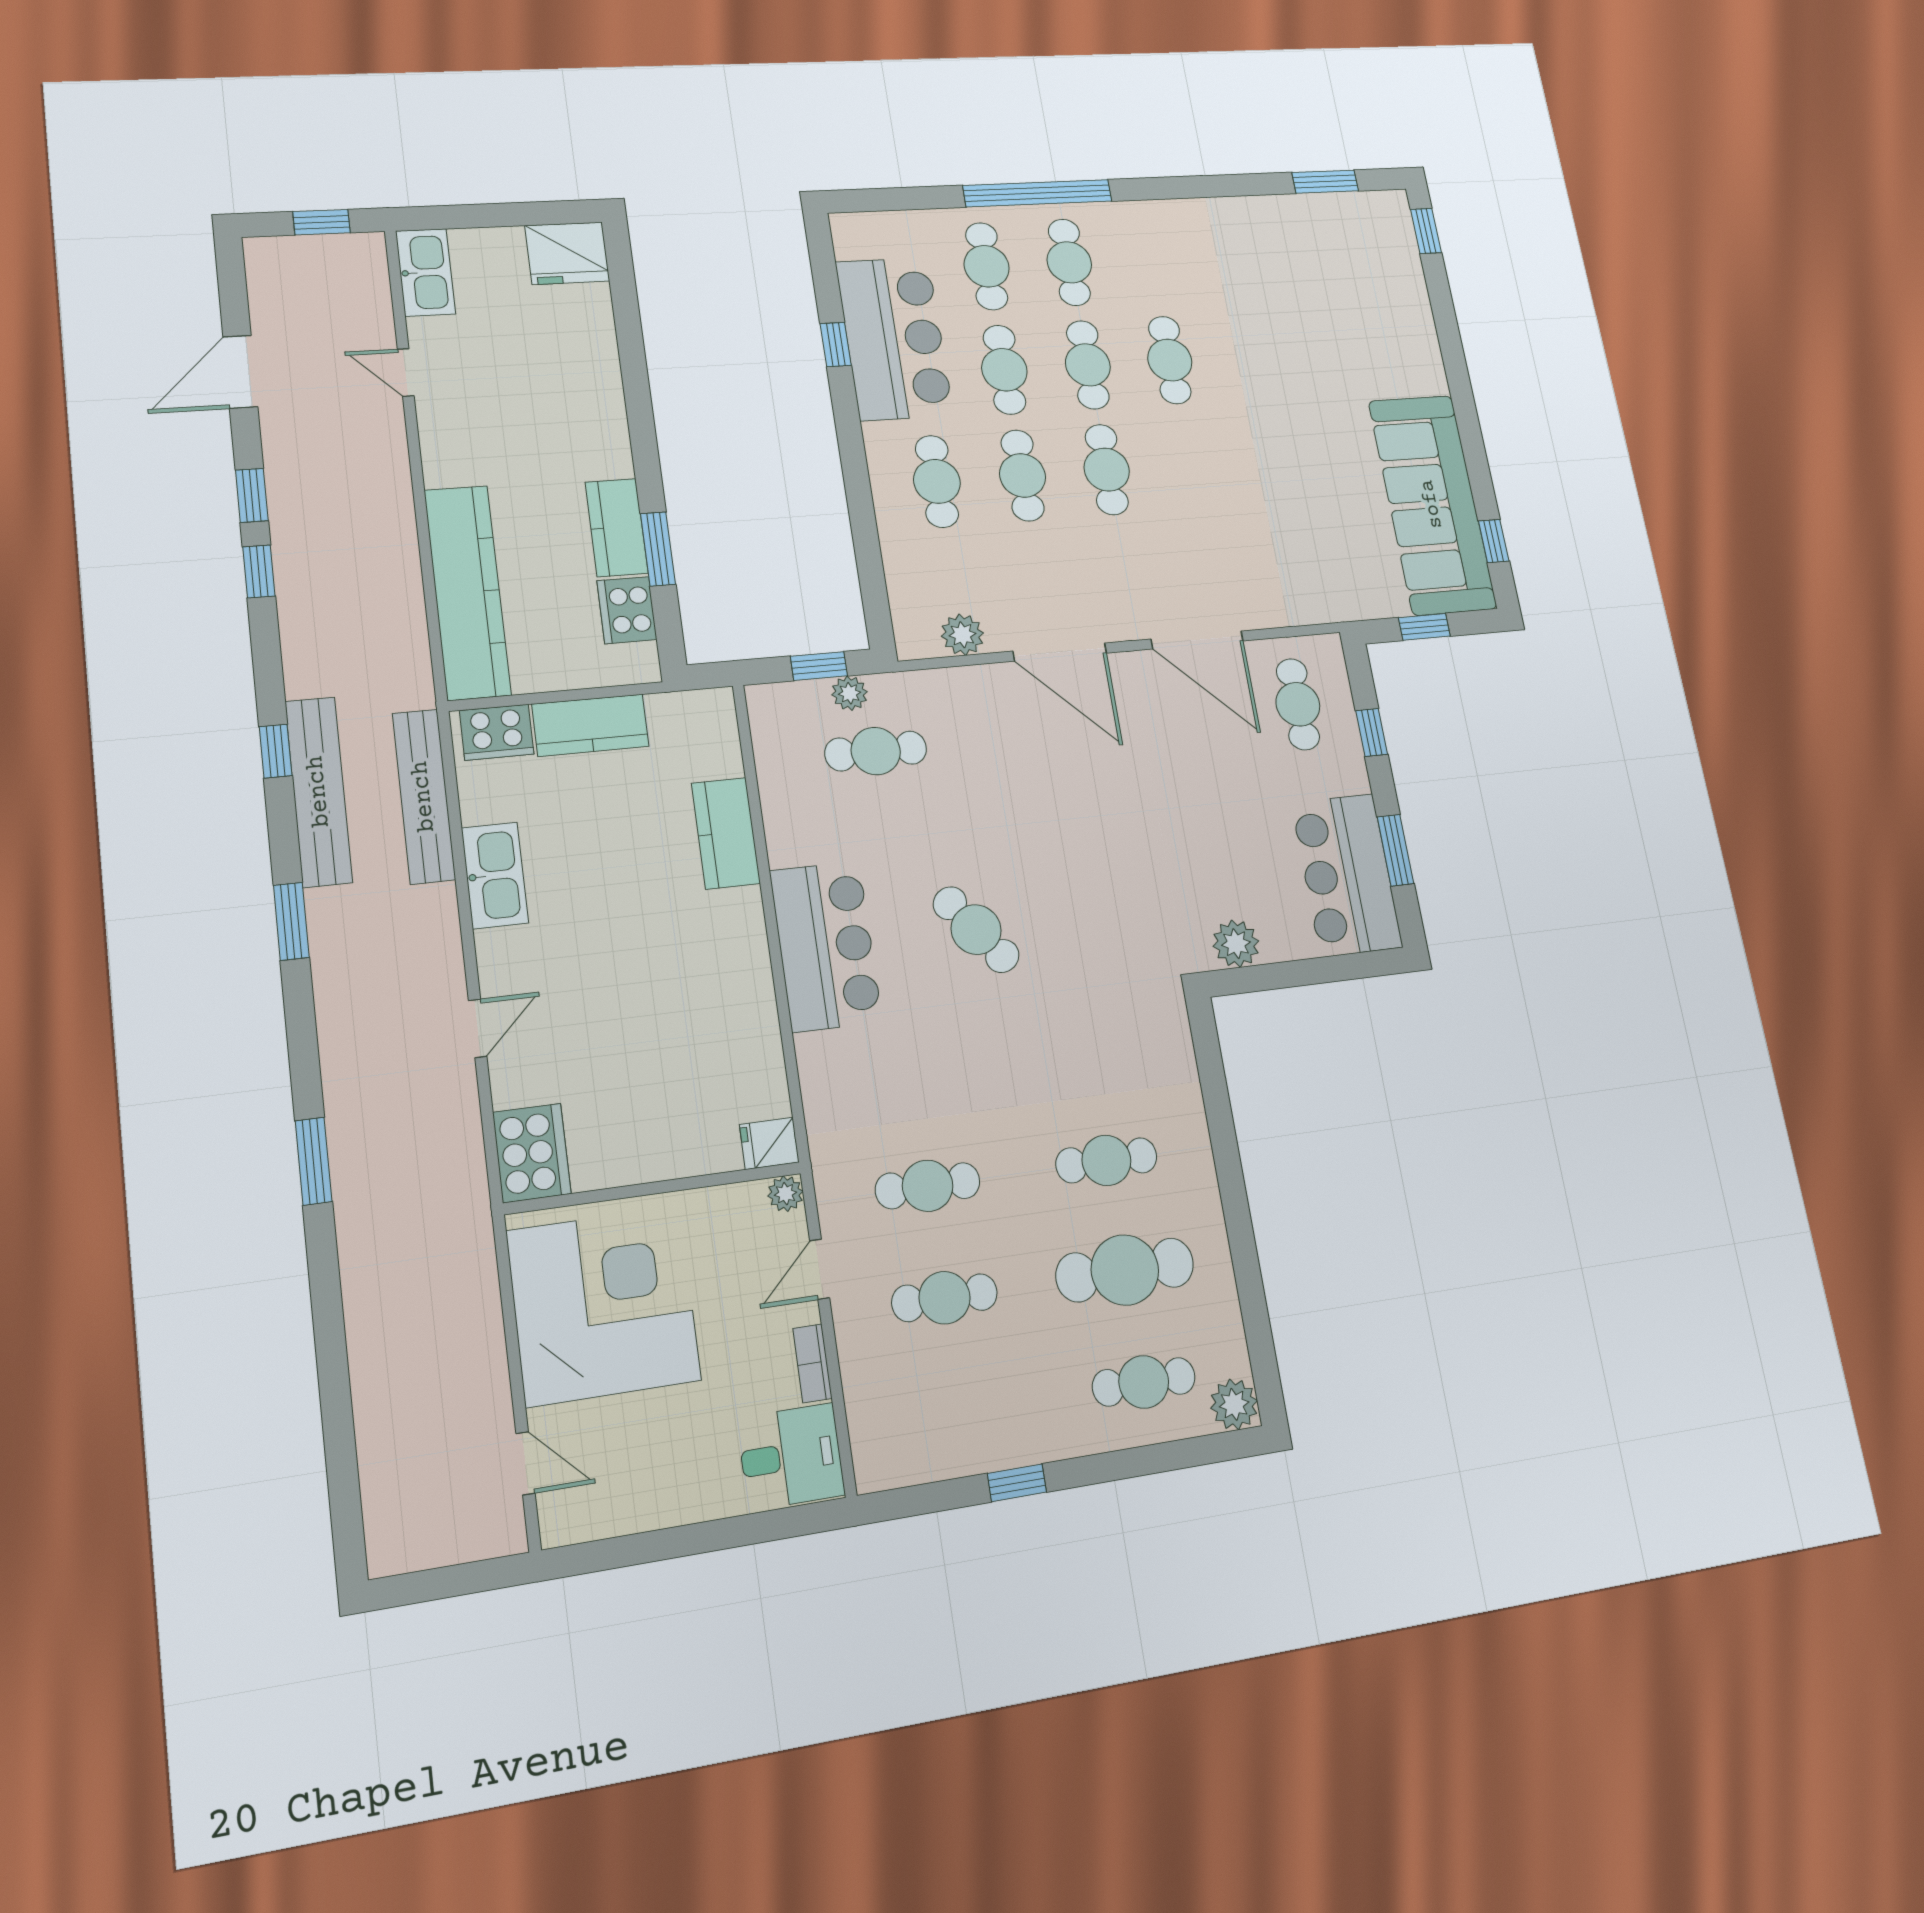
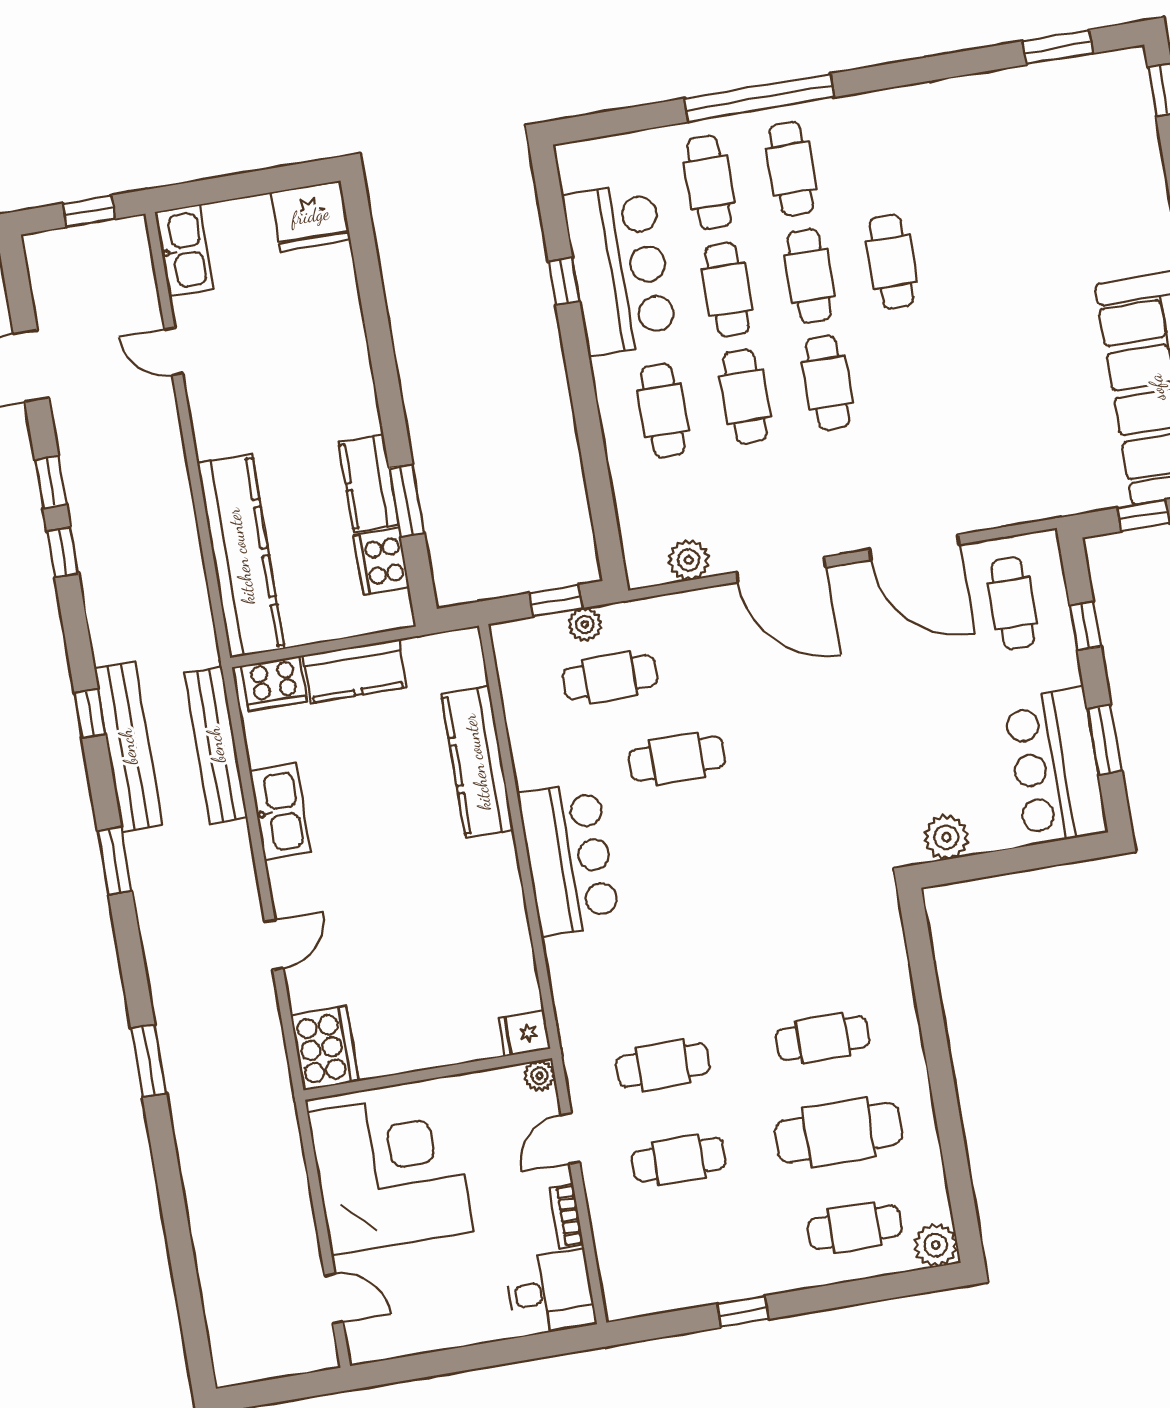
kitchen counter: (726, 833) -> (477, 762), width x1.50
cafe table: (976, 930) -> (677, 759), moved, turned -53

